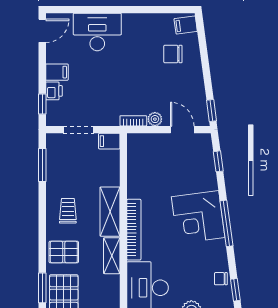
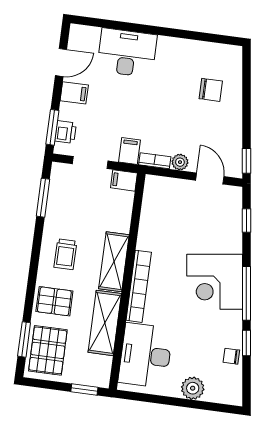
filing cabinet: (186, 25) -> (129, 151), moved, turned 98
door: (42, 31) -> (61, 63), moved
chair: (173, 54) -> (211, 90), turned 180
printer: (54, 91) -> (66, 132), moved
window: (42, 104) -> (52, 127), width x1.50
trolley: (68, 211) -> (65, 254), turned 180
shelving: (112, 256) -> (105, 323), width x1.50, depth x1.33
window: (235, 290) -> (246, 343), moved

